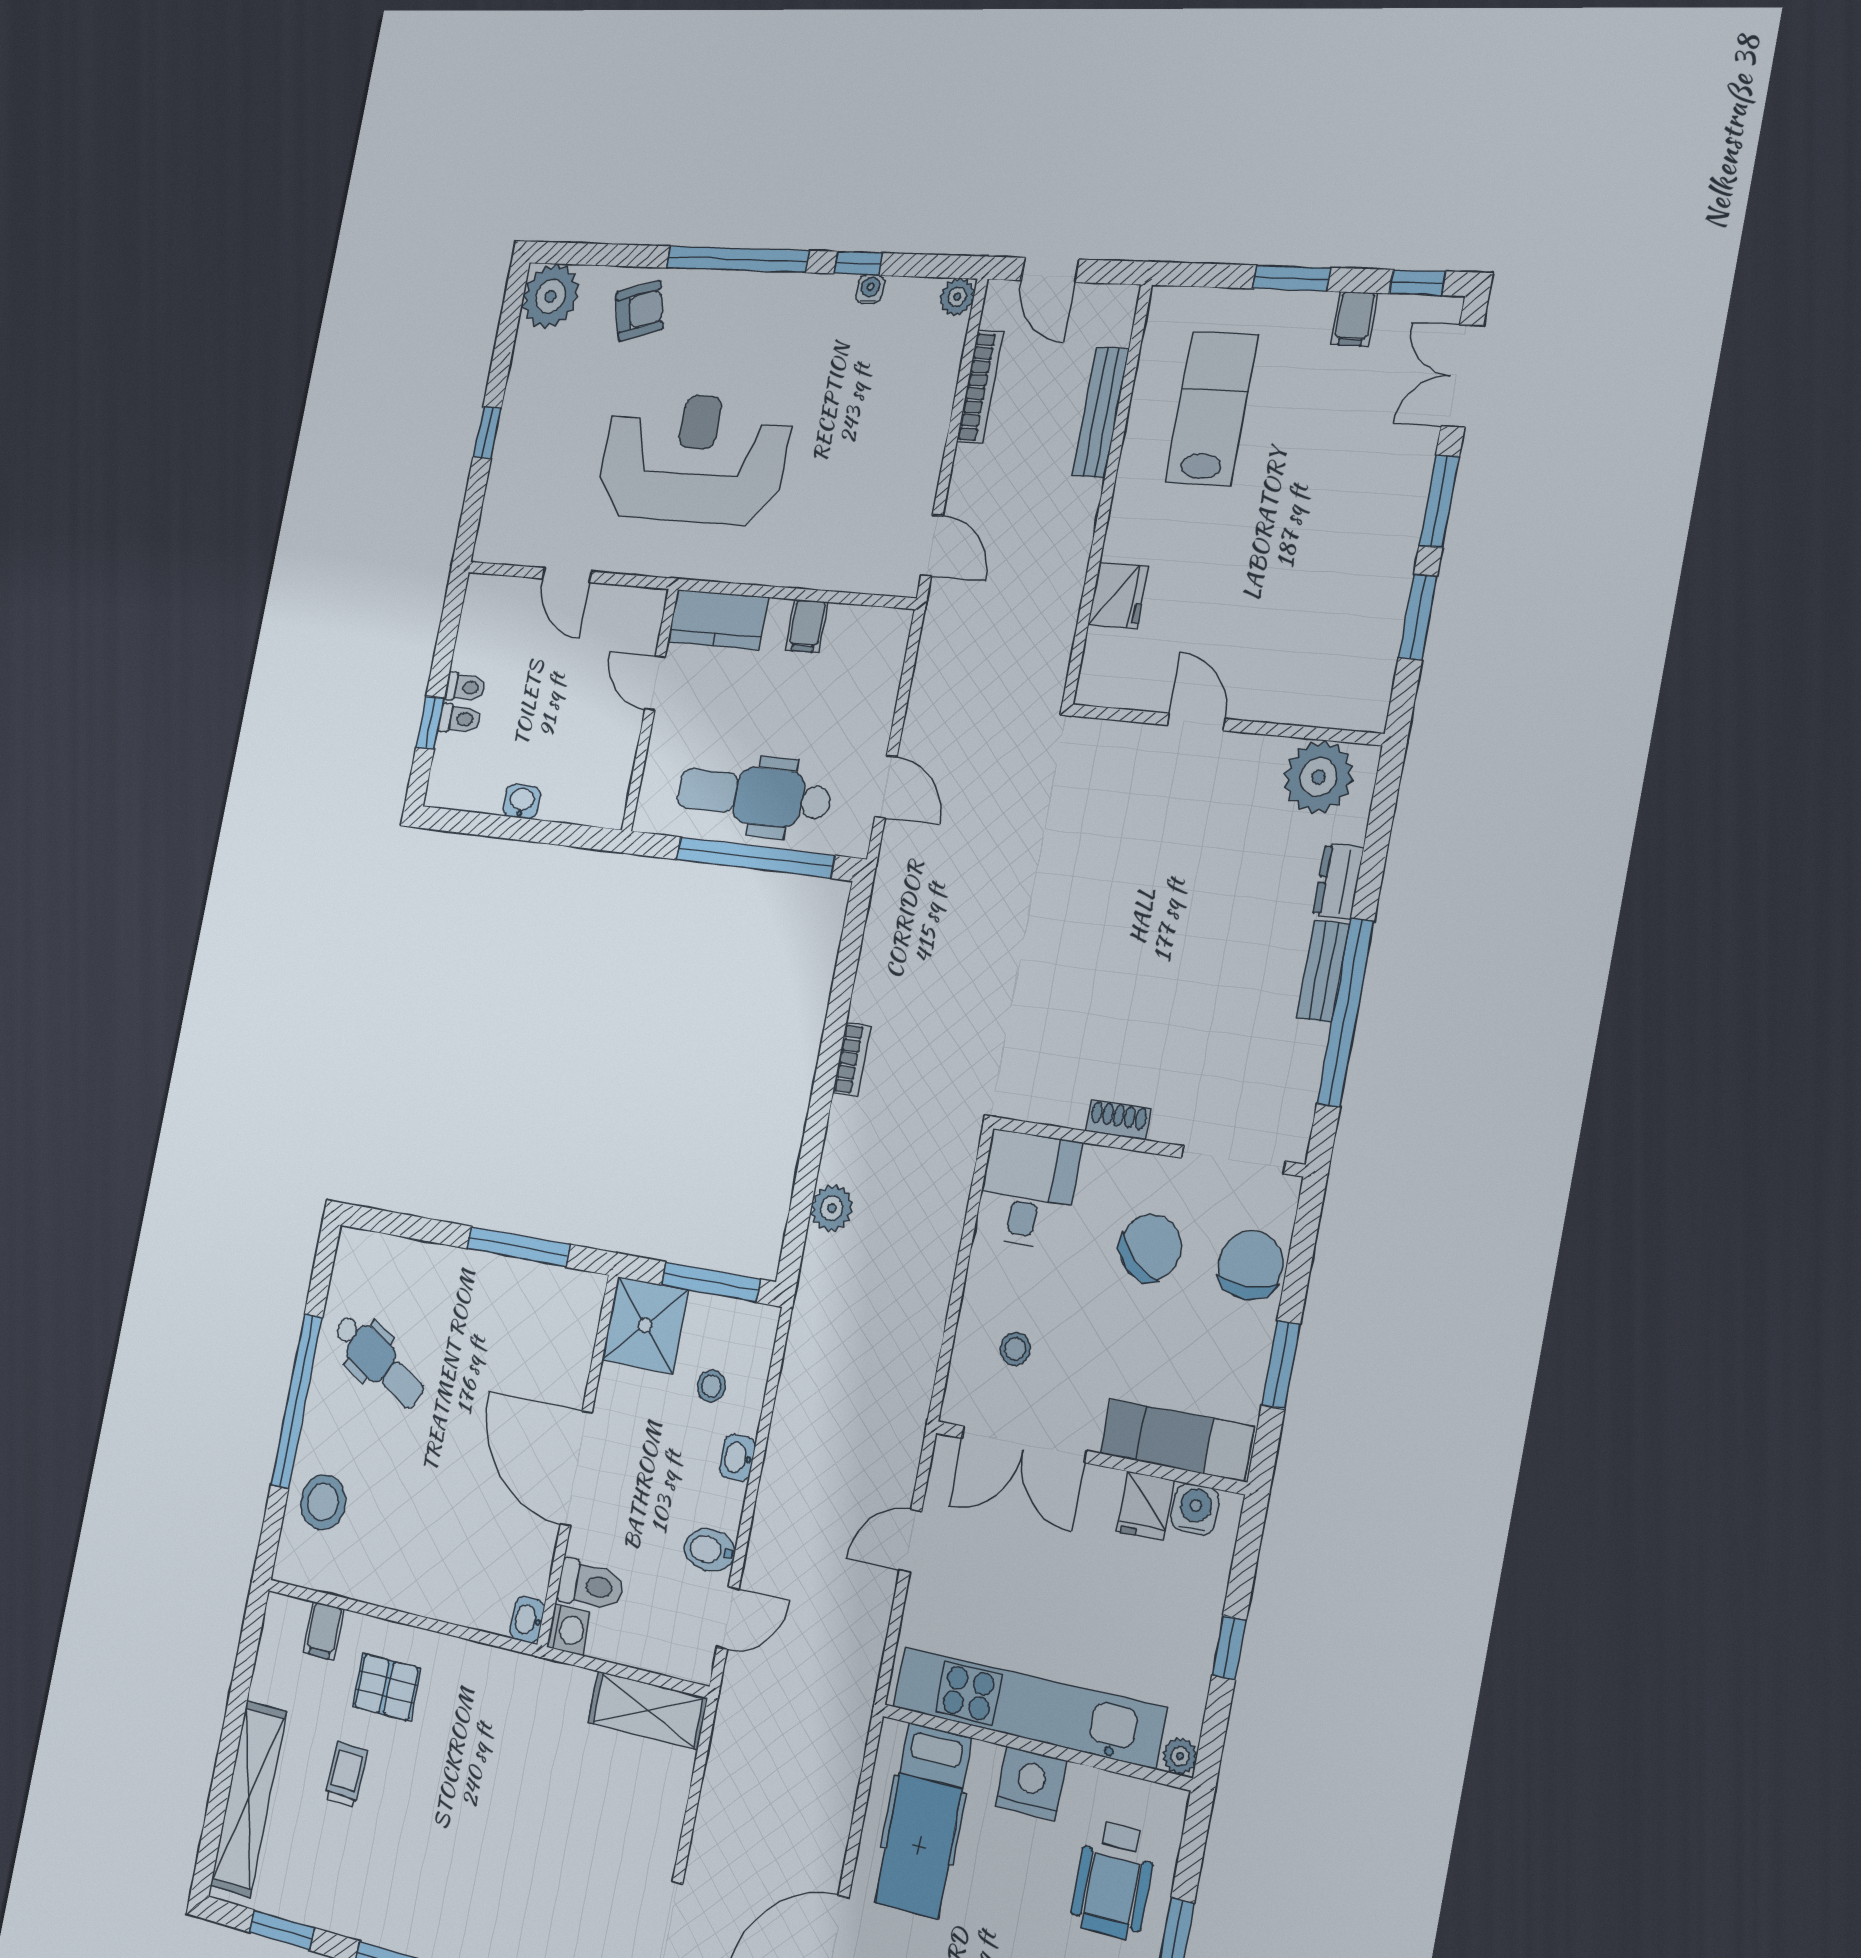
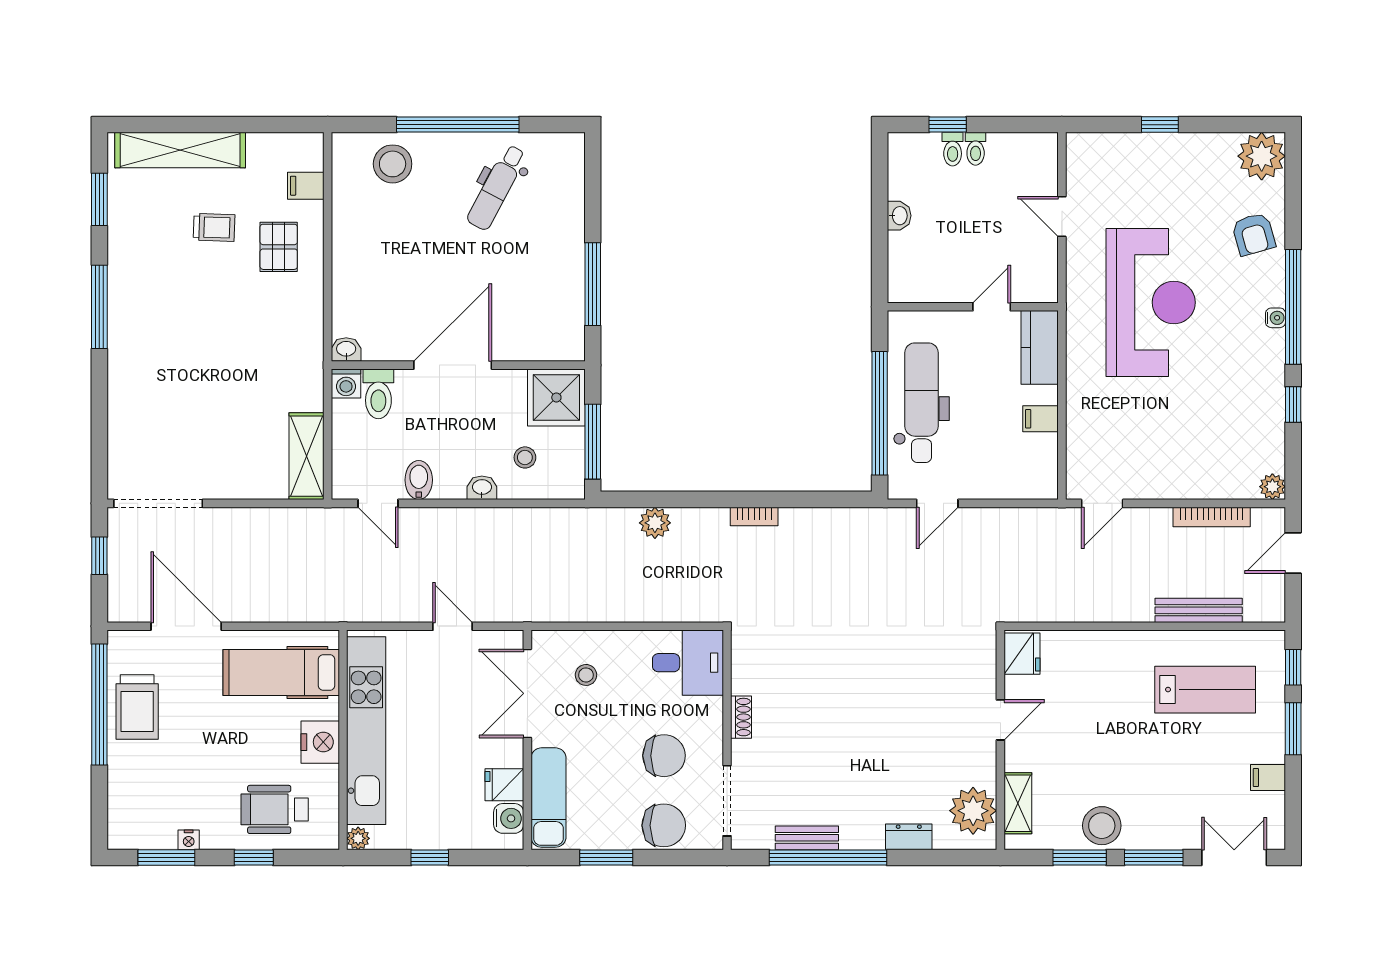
window: (1417, 282) -> (1293, 667), moved
water cooler: (870, 289) -> (1276, 318), moved
door: (567, 575) -> (1062, 217), hinge flipped
stool: (1377, 579) -> (1102, 826), added
fridge: (1118, 595) -> (1022, 654), moved, turned -90
shelving: (1320, 706) -> (1018, 803), added
bench: (1323, 971) -> (807, 838), moved
chair: (1150, 1248) -> (664, 756), turned -42

